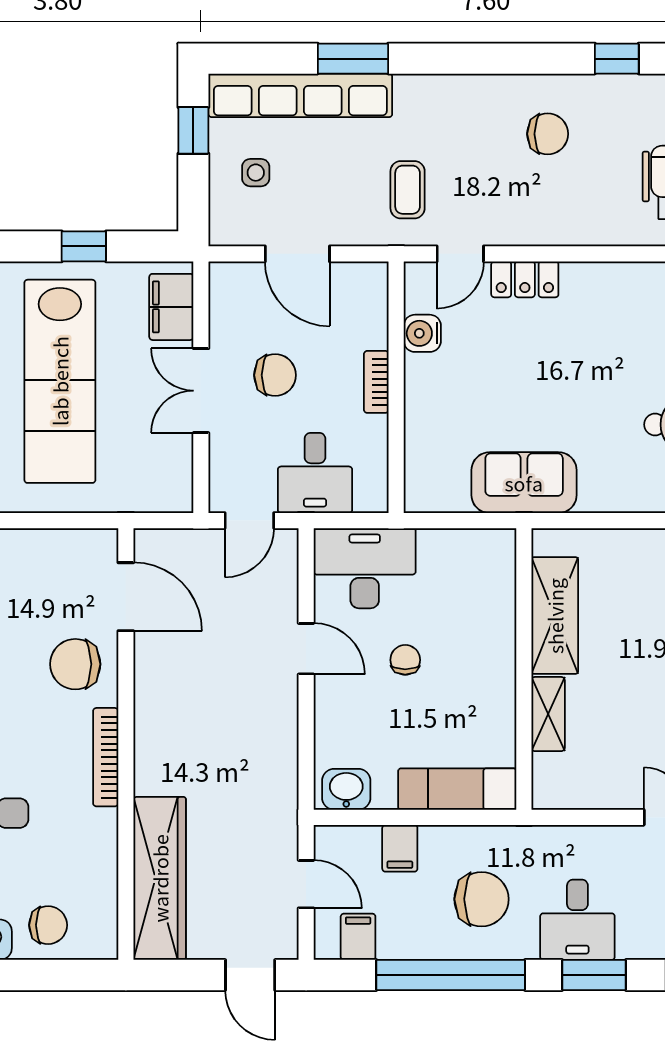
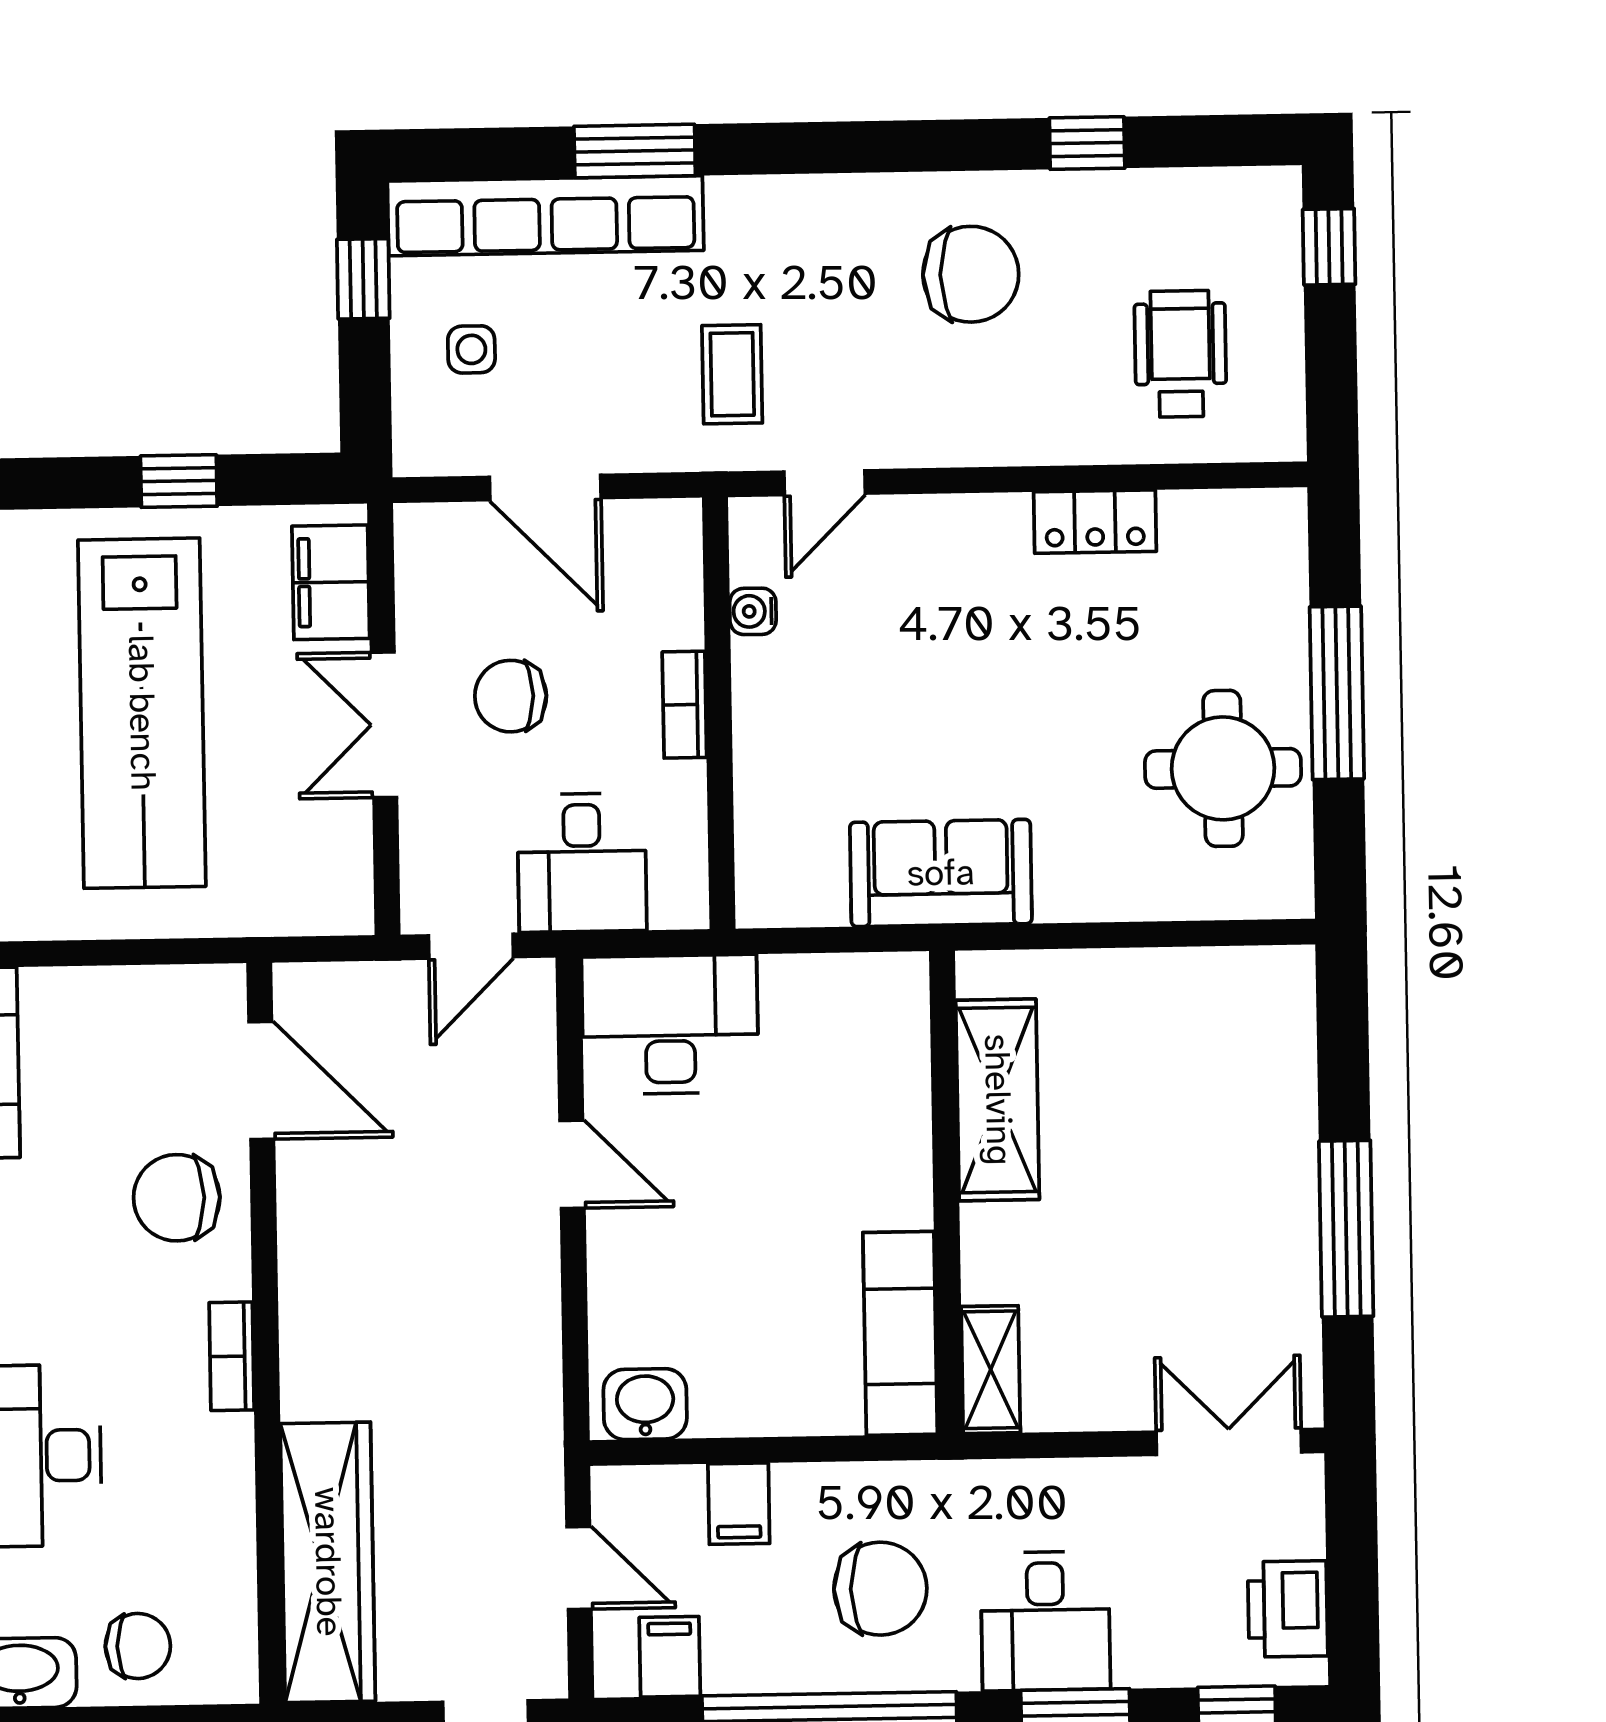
chair: (548, 134) -> (971, 274), width x1.37, depth x1.37
locker: (525, 279) -> (1095, 522), moved
water cooler: (422, 333) -> (753, 611), width x0.72, depth x0.72
chair: (275, 375) -> (511, 696), turned 180
chair: (405, 660) -> (742, 1180), removed
shelving: (548, 714) -> (991, 1370), moved
bookcase: (106, 757) -> (232, 1356), width x0.64
exam couch: (457, 789) -> (900, 1333), moved, turned -90

